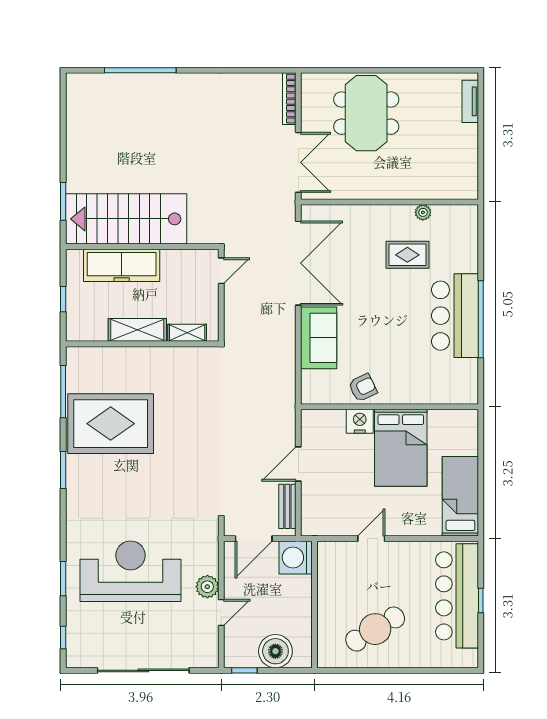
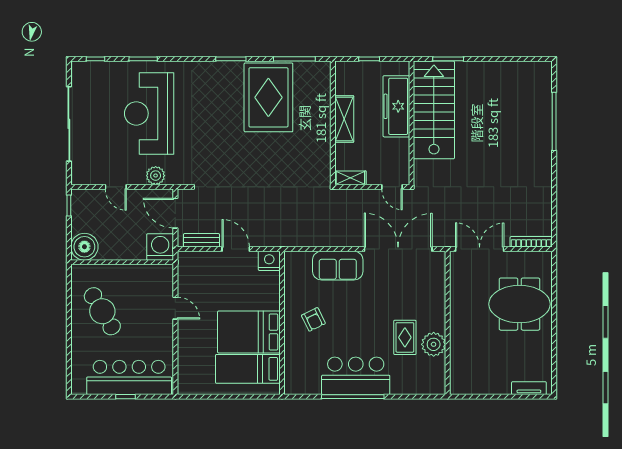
double door: (298, 162) -> (480, 249), swing flipped
plant: (423, 212) -> (434, 344), width x1.88, depth x1.88
double door: (298, 263) -> (398, 249), swing flipped
shelving: (187, 333) -> (350, 178), moved, turned 90
armchair: (363, 388) -> (313, 319), moved
nightstand: (360, 421) -> (269, 261), moved, turned -90
bed: (460, 496) -> (248, 369), moved, turned 180
reception desk: (131, 571) -> (149, 113), turned 180
plant: (207, 587) -> (156, 176), moved
boiler: (275, 651) -> (84, 247), moved

